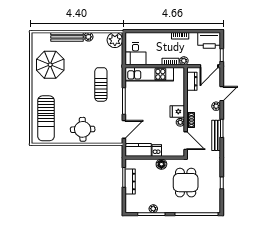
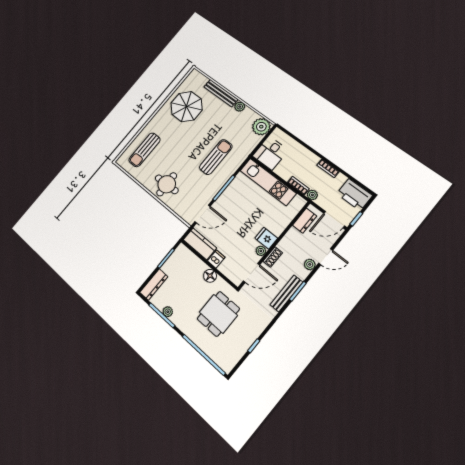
sun lounger: (46, 118) -> (145, 150), width x0.73, depth x0.75
door: (186, 141) -> (252, 273), hinge flipped
dresser: (130, 182) -> (154, 284), moved

